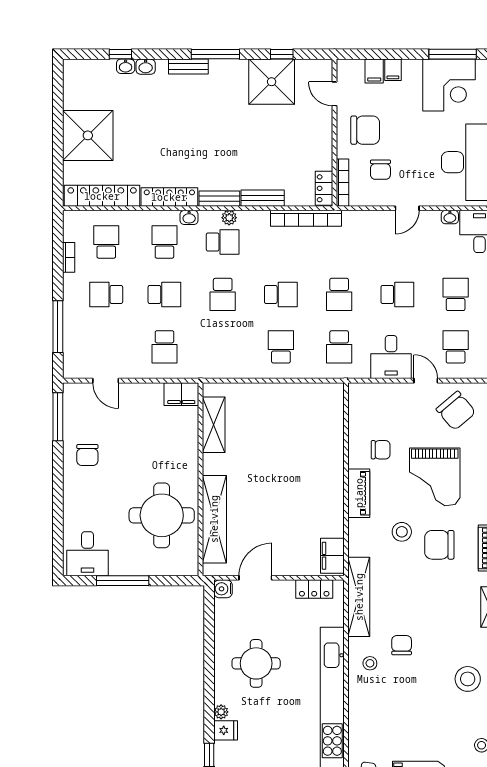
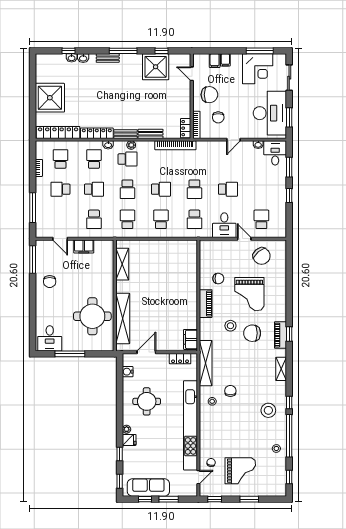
school desk: (456, 294) -> (127, 219), moved
filing cabinet: (181, 394) -> (84, 246), moved
water cooler: (223, 589) -> (128, 372), moved

